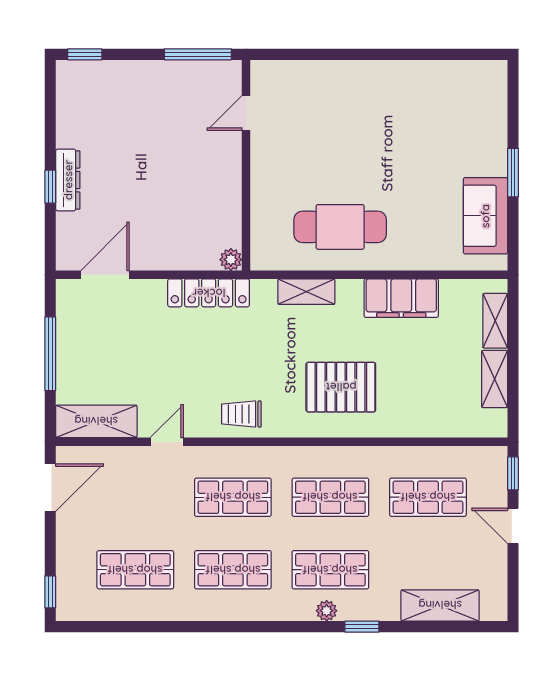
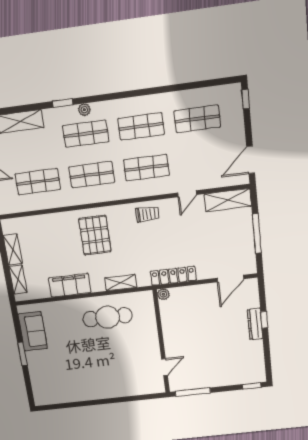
pallet: (341, 387) -> (95, 235), turned 90

